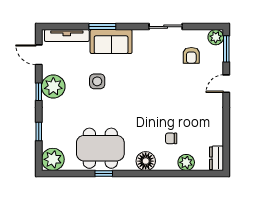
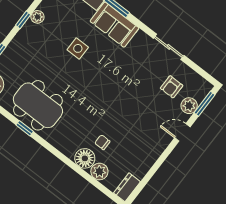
plant: (216, 37) -> (189, 106), moved
plant: (53, 87) -> (37, 17), width x0.53, depth x0.53
floor lamp: (146, 161) -> (85, 158), moved

